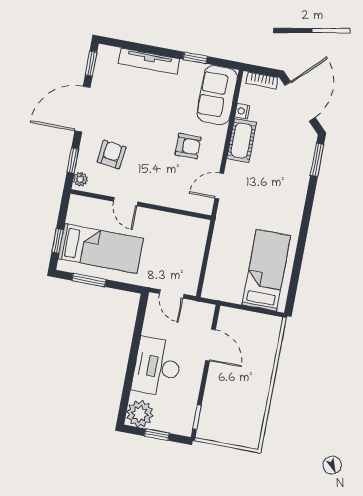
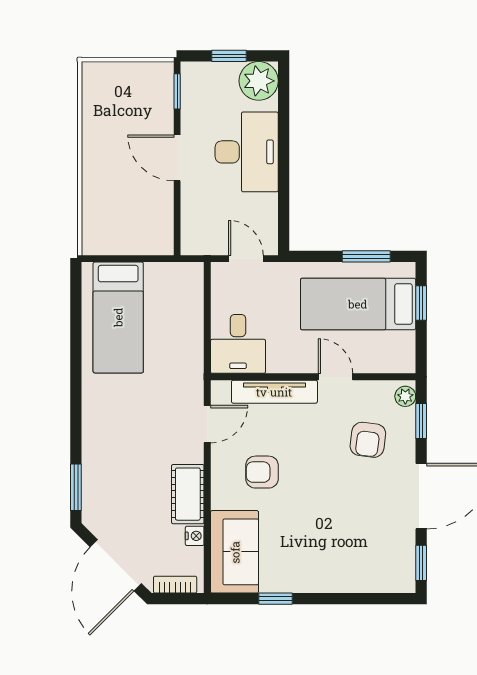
tv unit: (149, 61) -> (274, 392), moved, turned 180
desk: (188, 237) -> (238, 344), added
door: (211, 345) -> (177, 158), moved

